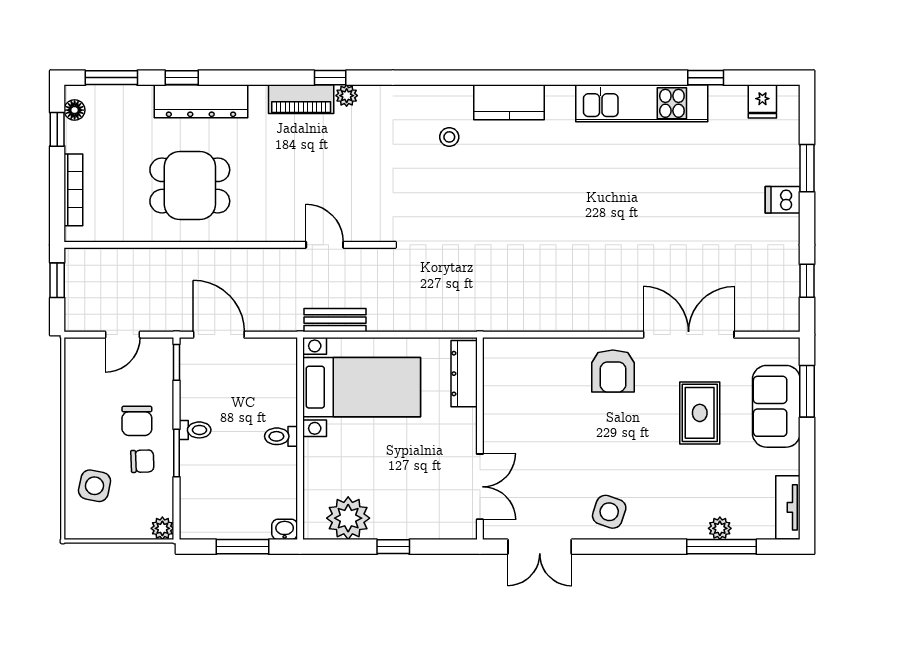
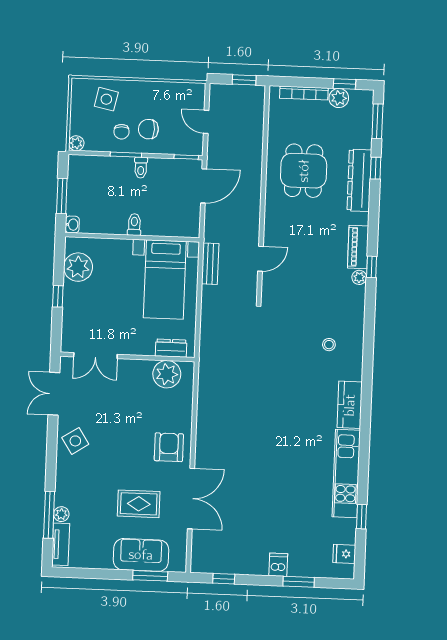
kitchen counter: (509, 102) -> (350, 405), moved
floor lamp: (75, 110) -> (357, 96), removed
plant: (79, 137) -> (339, 98), added
armchair: (613, 371) -> (169, 447), turned 90
dresser: (464, 374) -> (171, 348), width x0.70
plant: (503, 378) -> (167, 374), added
tv unit: (788, 507) -> (61, 544), moved, turned 90
side table: (609, 512) -> (75, 441), turned 38

